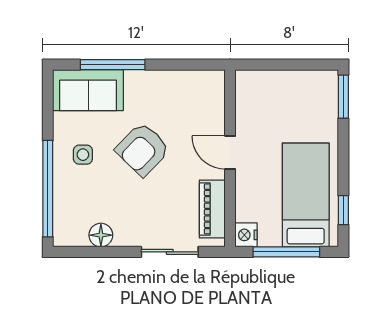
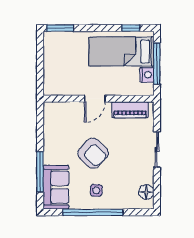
window: (48, 189) -> (93, 212), moved
floor lamp: (101, 235) -> (146, 192), moved
nightstand: (246, 235) -> (147, 75), moved, turned -90
sliding door: (170, 252) -> (157, 150), moved

